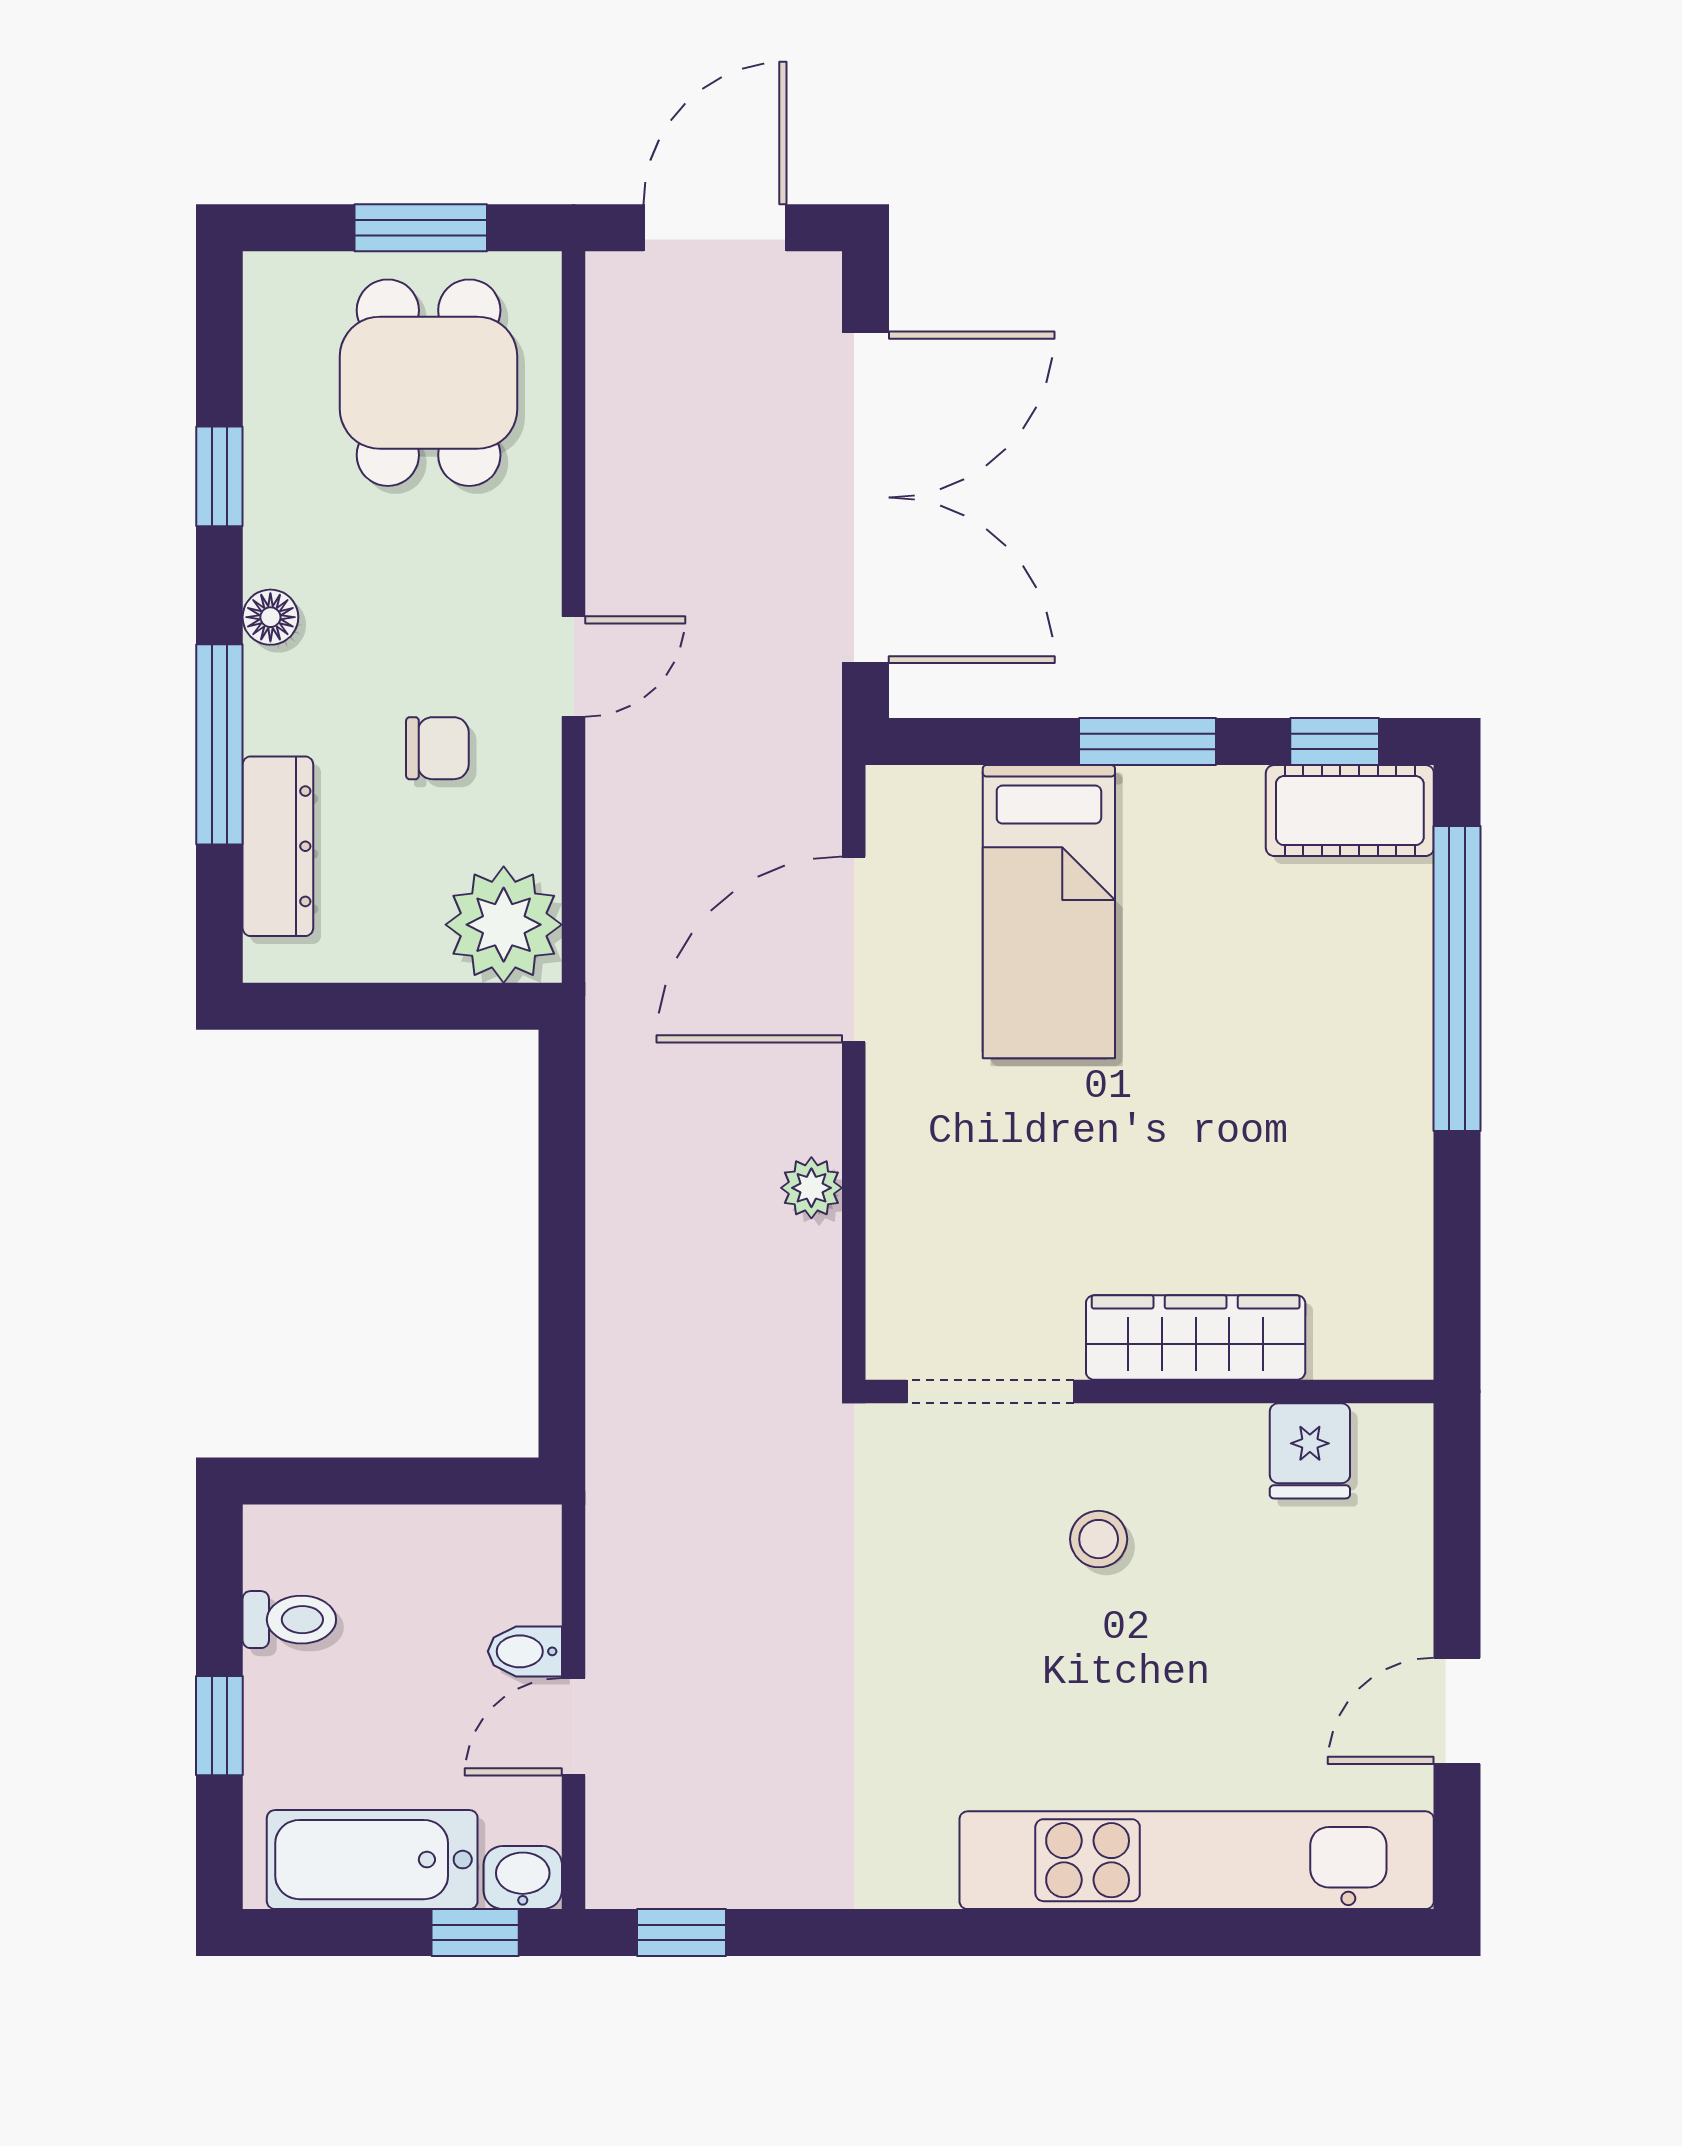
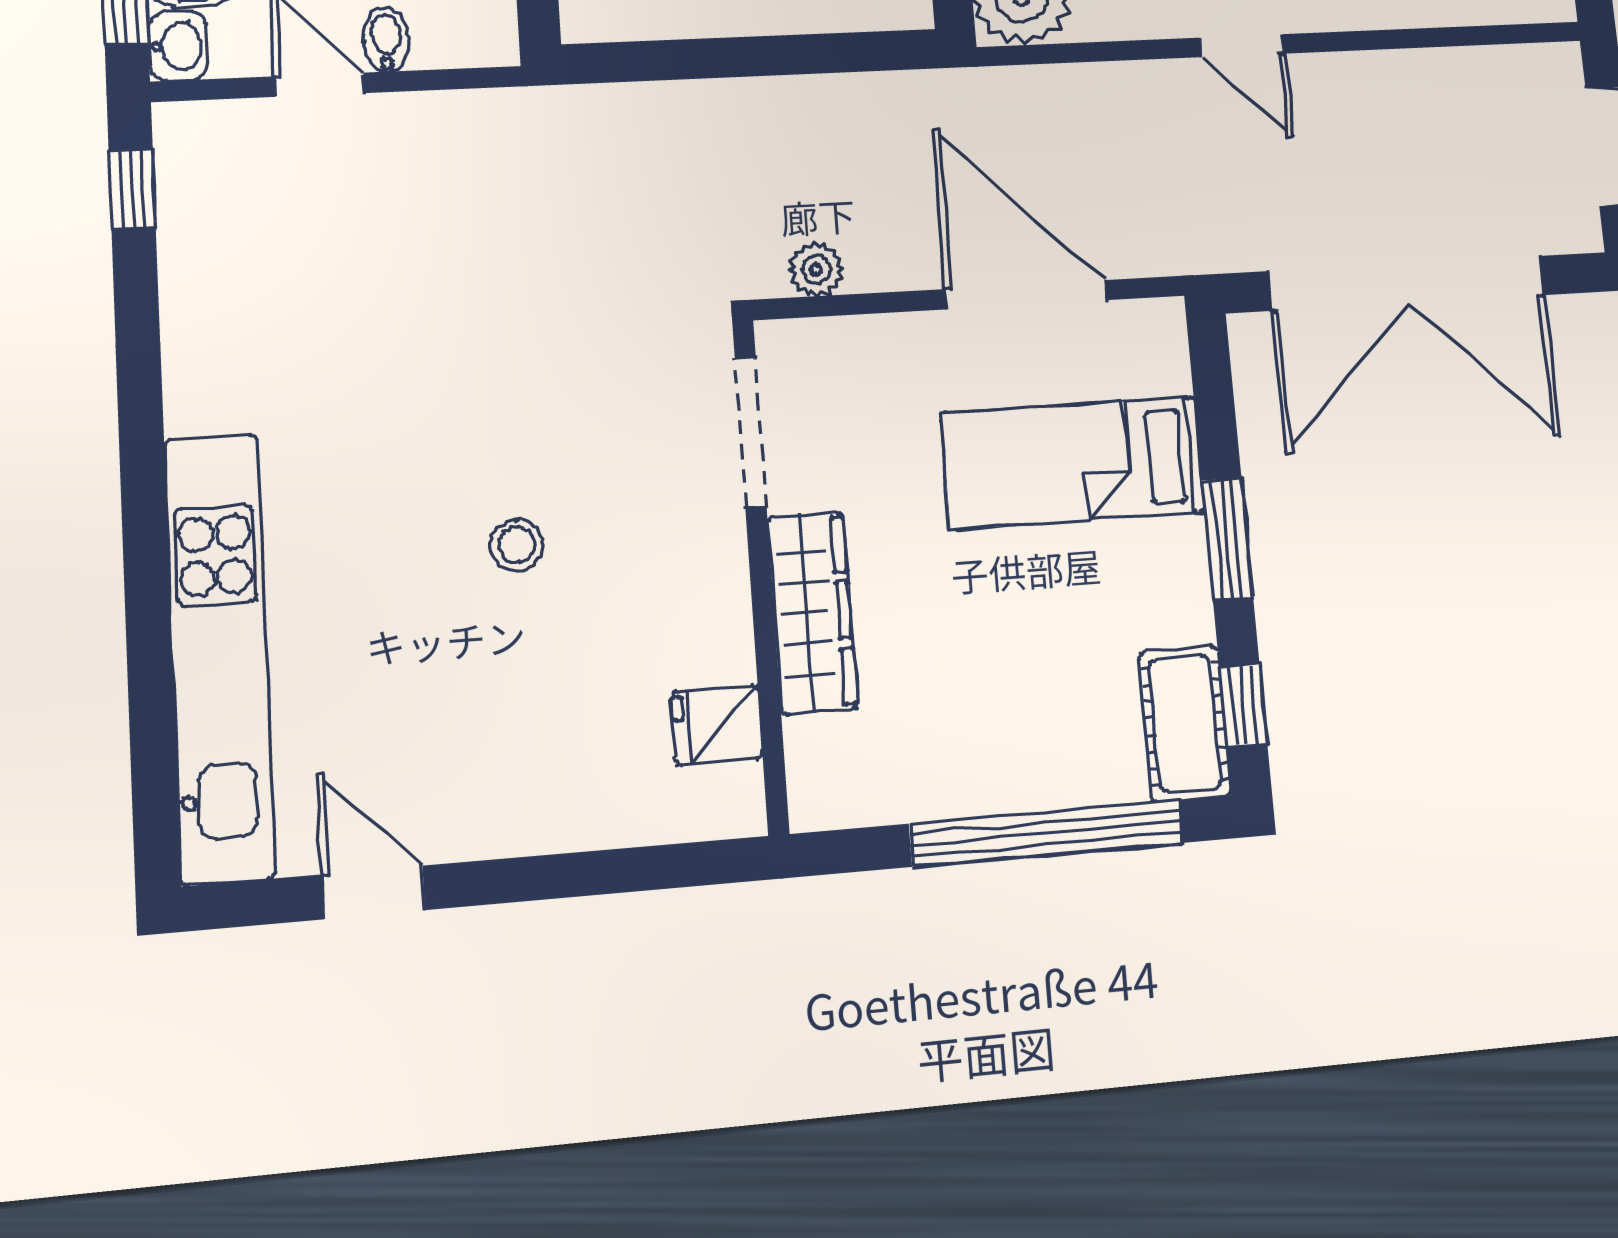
wardrobe: (1196, 1338) -> (812, 613), moved
doorway: (990, 1392) -> (751, 432), moved
wall: (1150, 1392) -> (761, 574), moved
fridge: (1310, 1451) -> (717, 725), moved

